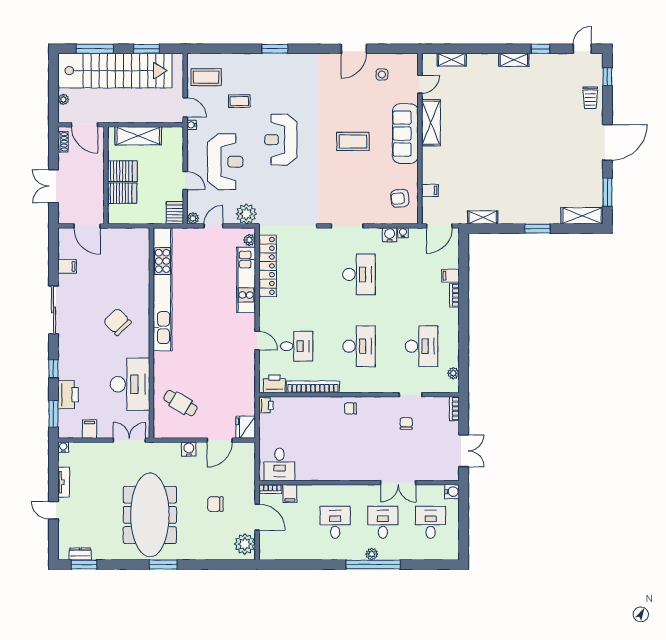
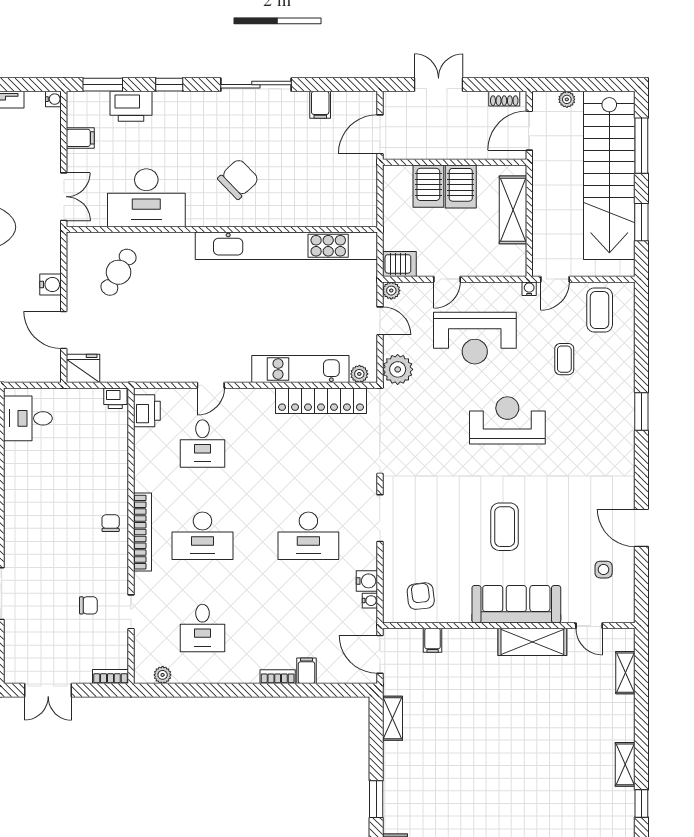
desk: (421, 346) -> (202, 628), width x0.73
bookcase: (313, 387) -> (142, 532), moved

